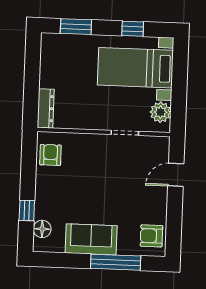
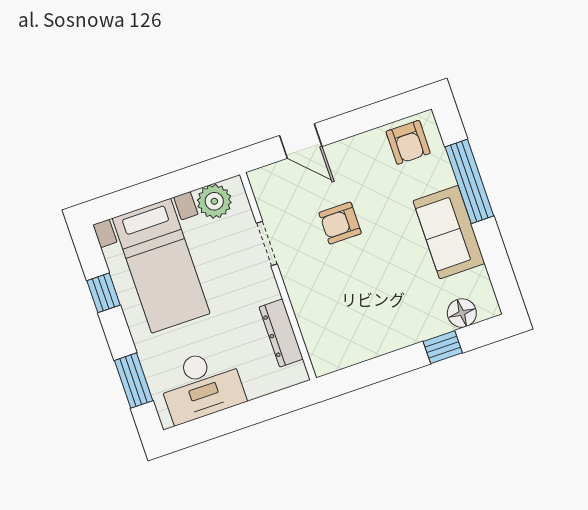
desk: (58, 64) -> (201, 385), added
dresser: (46, 108) -> (281, 333), moved, turned -90
armchair: (50, 155) -> (340, 223), moved

